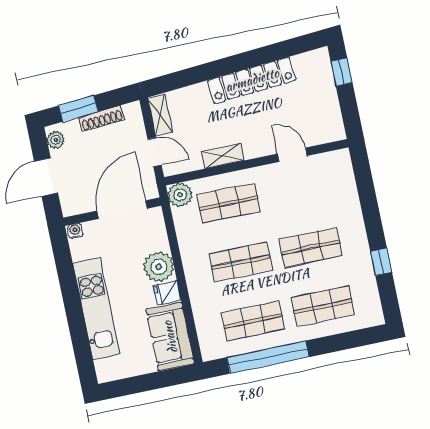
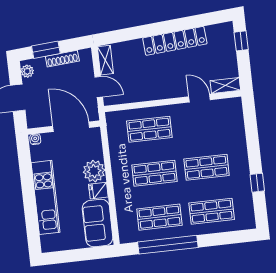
shelving: (223, 156) -> (225, 86), moved
plant: (180, 195) -> (114, 120), removed
door: (122, 210) -> (71, 127), hinge flipped

